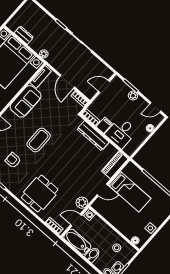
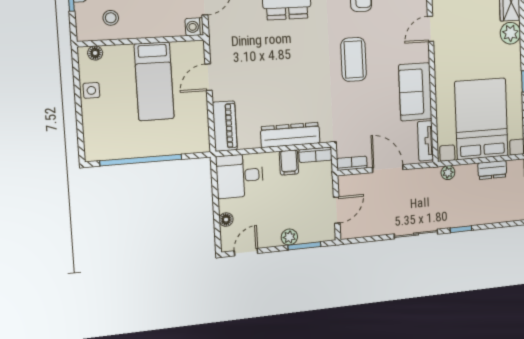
desk: (121, 133) -> (240, 176), moved, turned -90
bed: (130, 192) -> (154, 81), moved, turned -90
plant: (82, 203) -> (219, 33), removed

